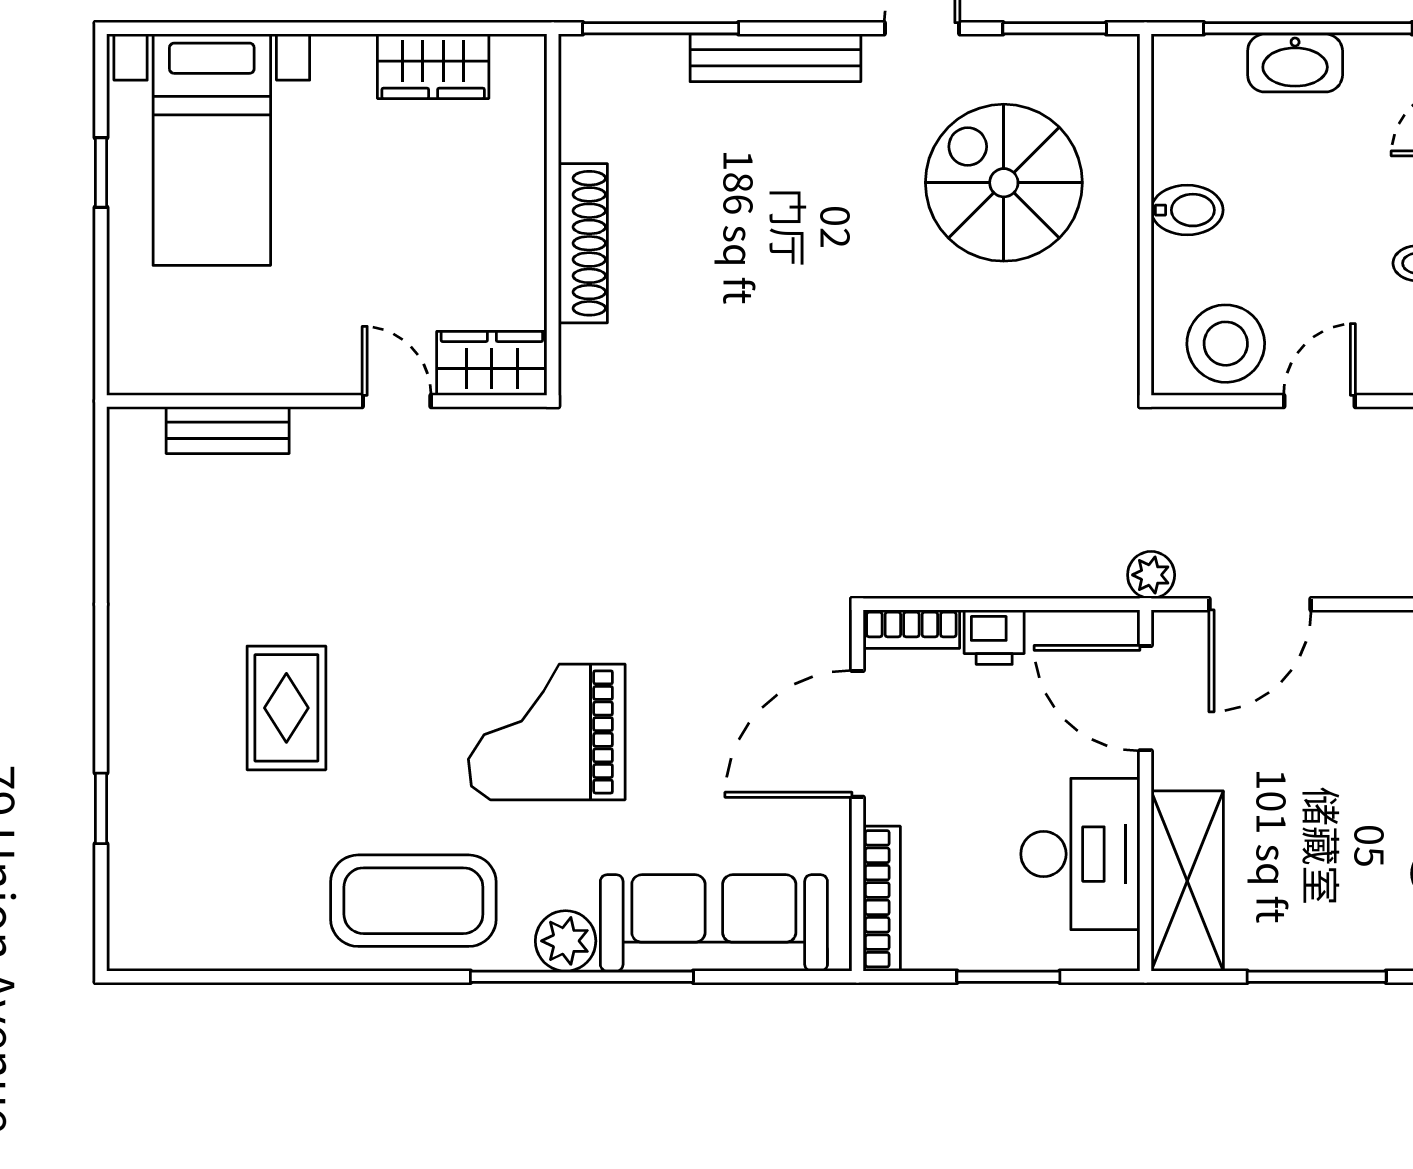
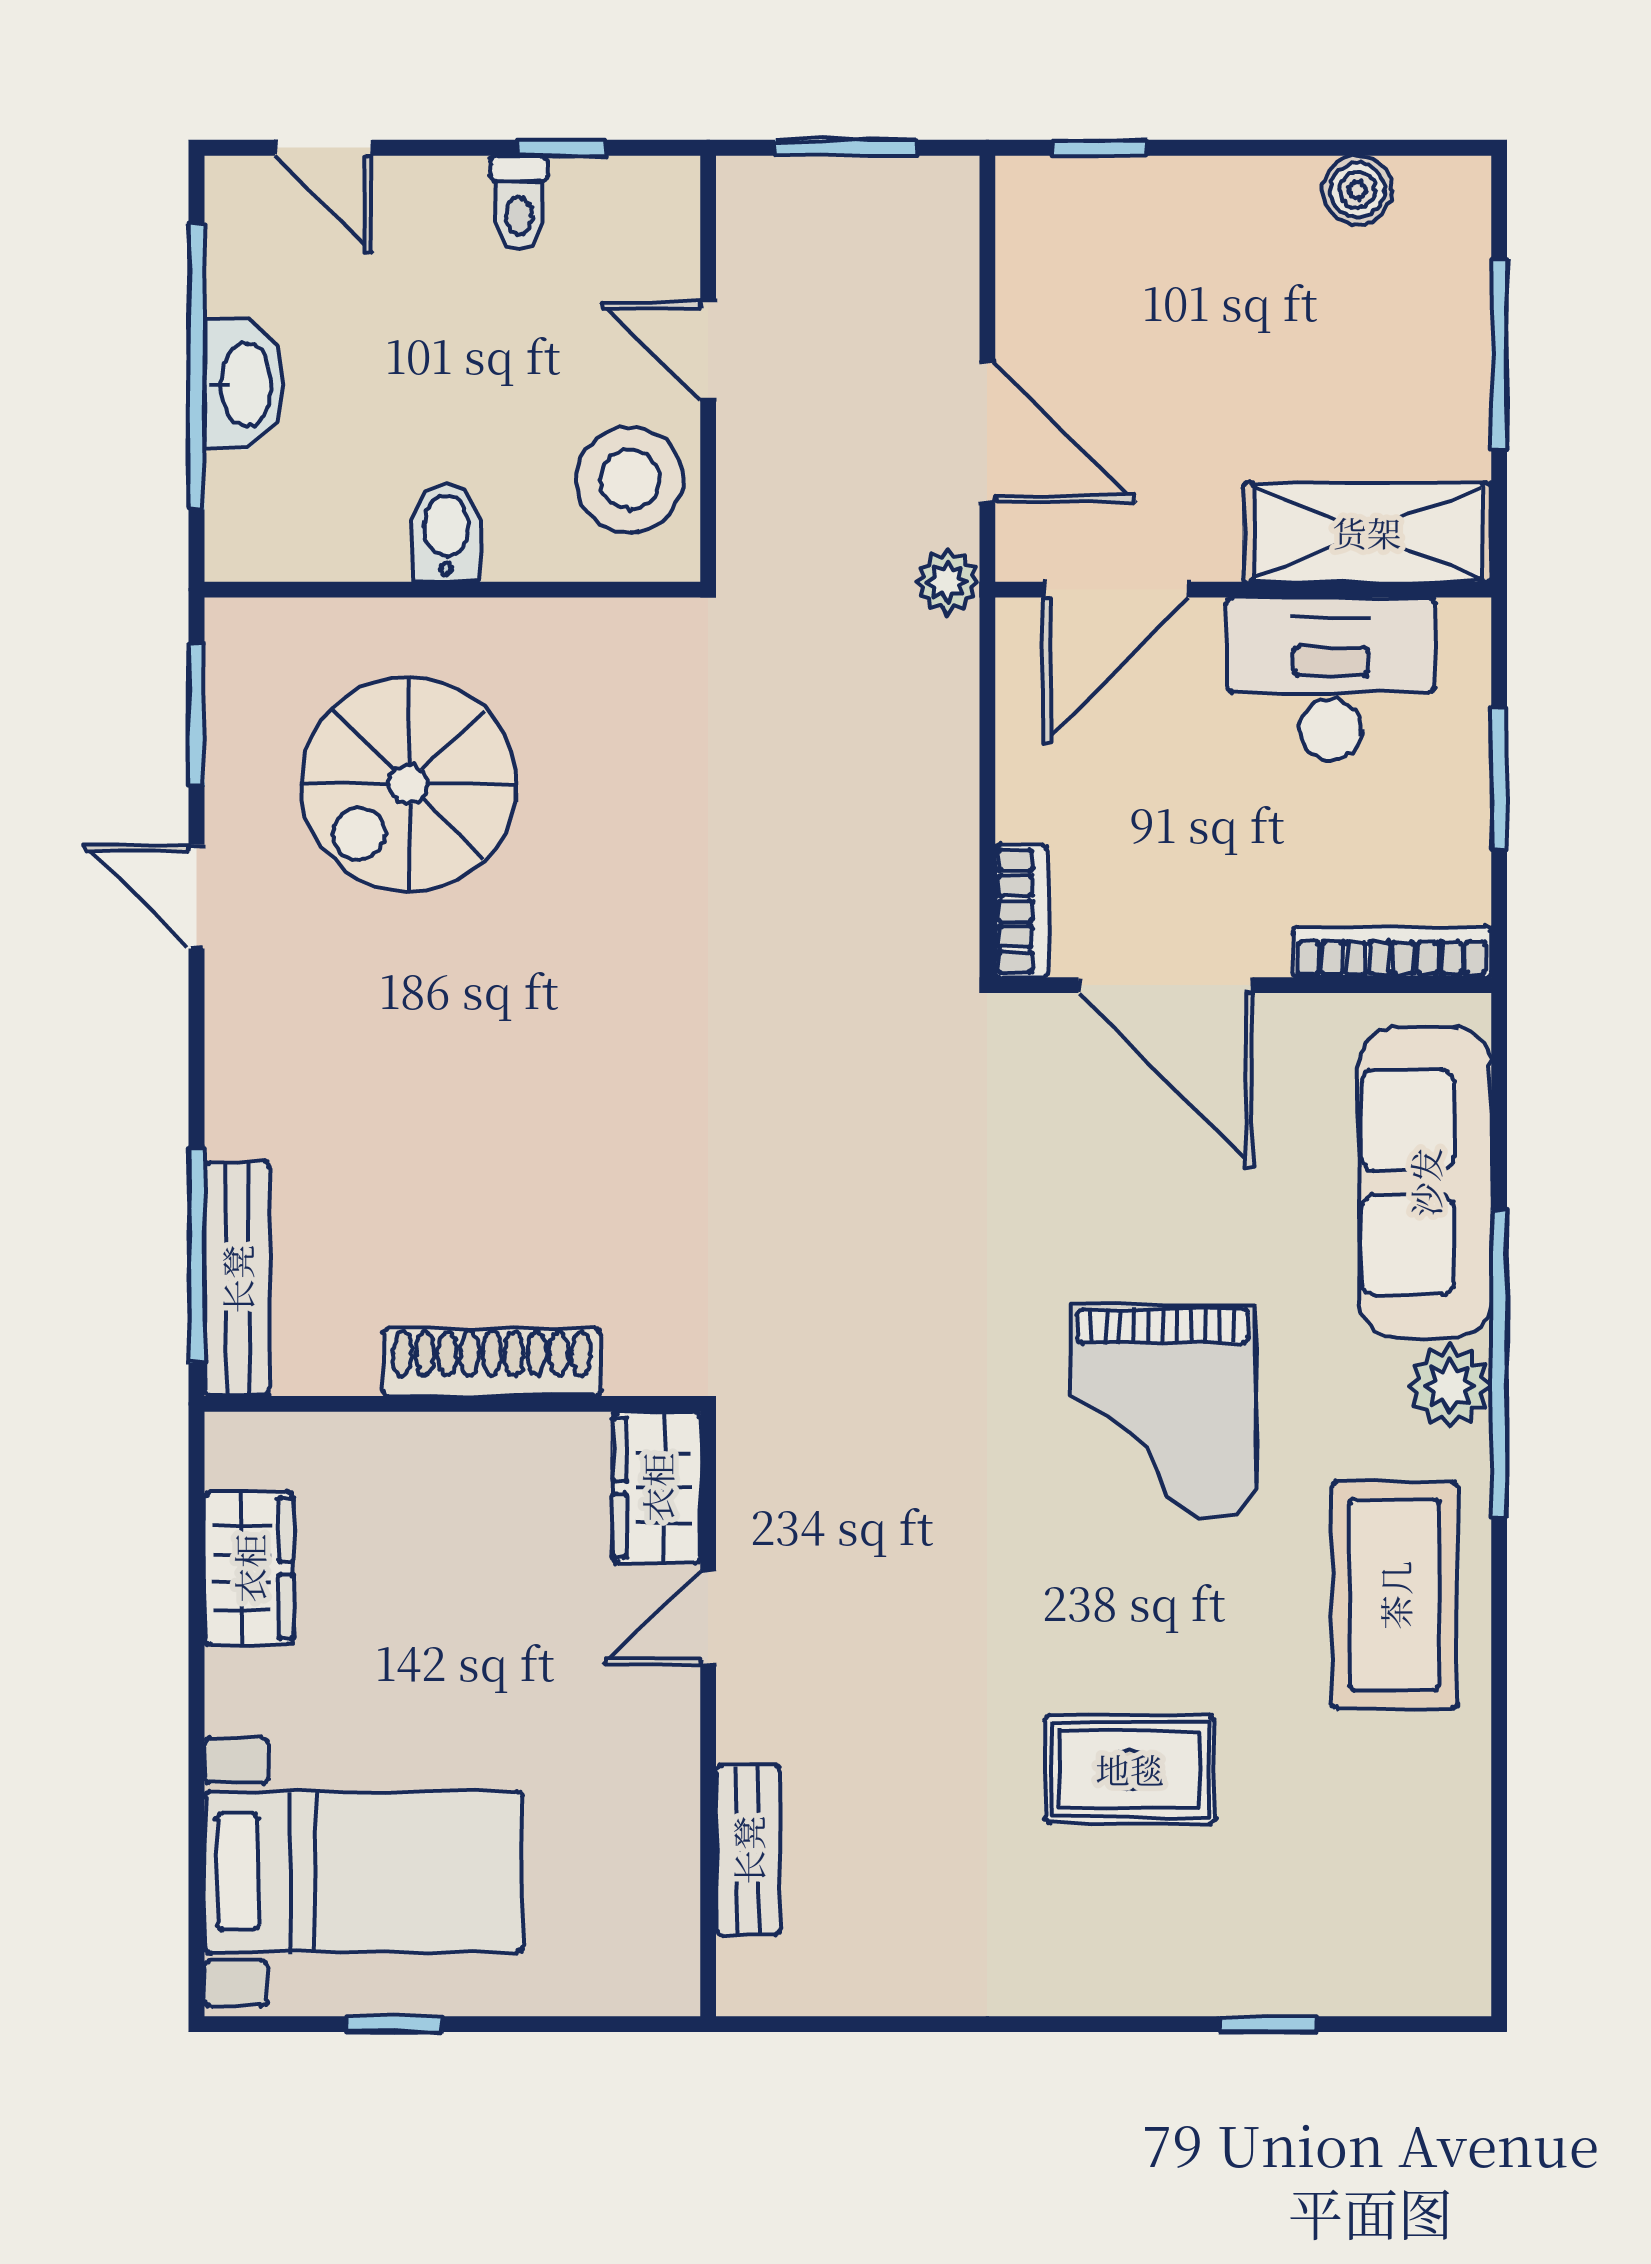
bench: (775, 58) -> (237, 1279), moved
printer: (994, 637) -> (1033, 797), removed

